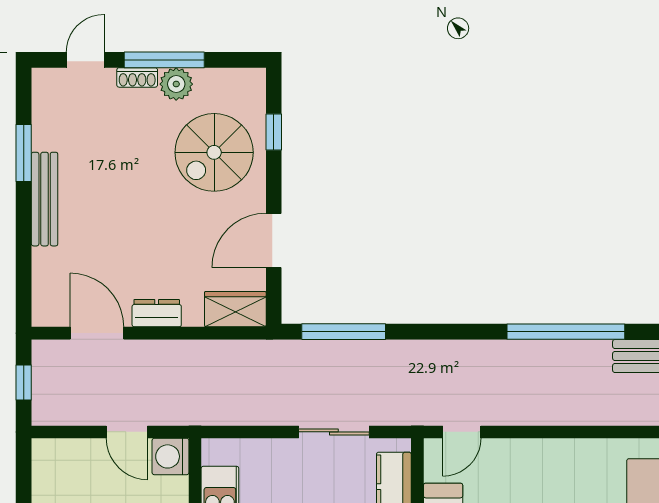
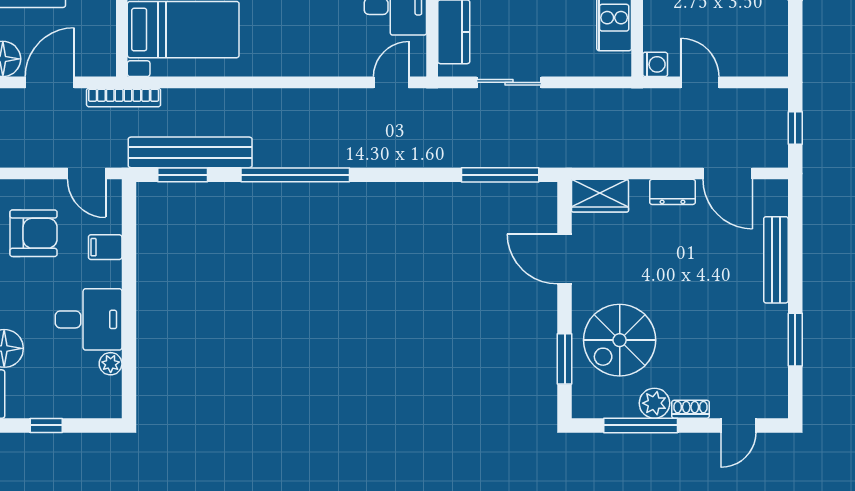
window: (164, 60) -> (641, 425), moved
window: (274, 132) -> (565, 359), width x1.50
spiral stairs: (214, 152) -> (620, 340), turned 180
bench: (45, 199) -> (776, 260), moved
door: (274, 240) -> (565, 259), swing flipped
washing machine: (171, 456) -> (655, 64), width x0.73, depth x0.73

